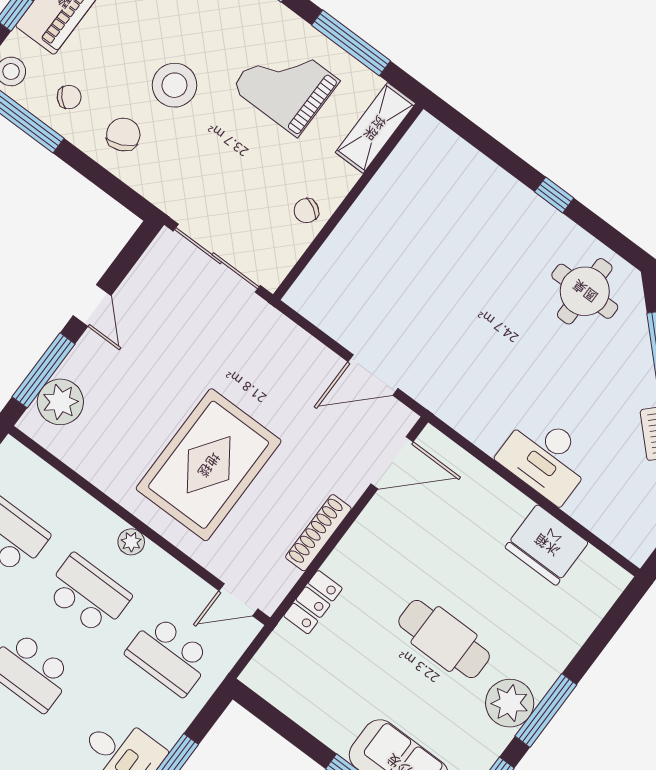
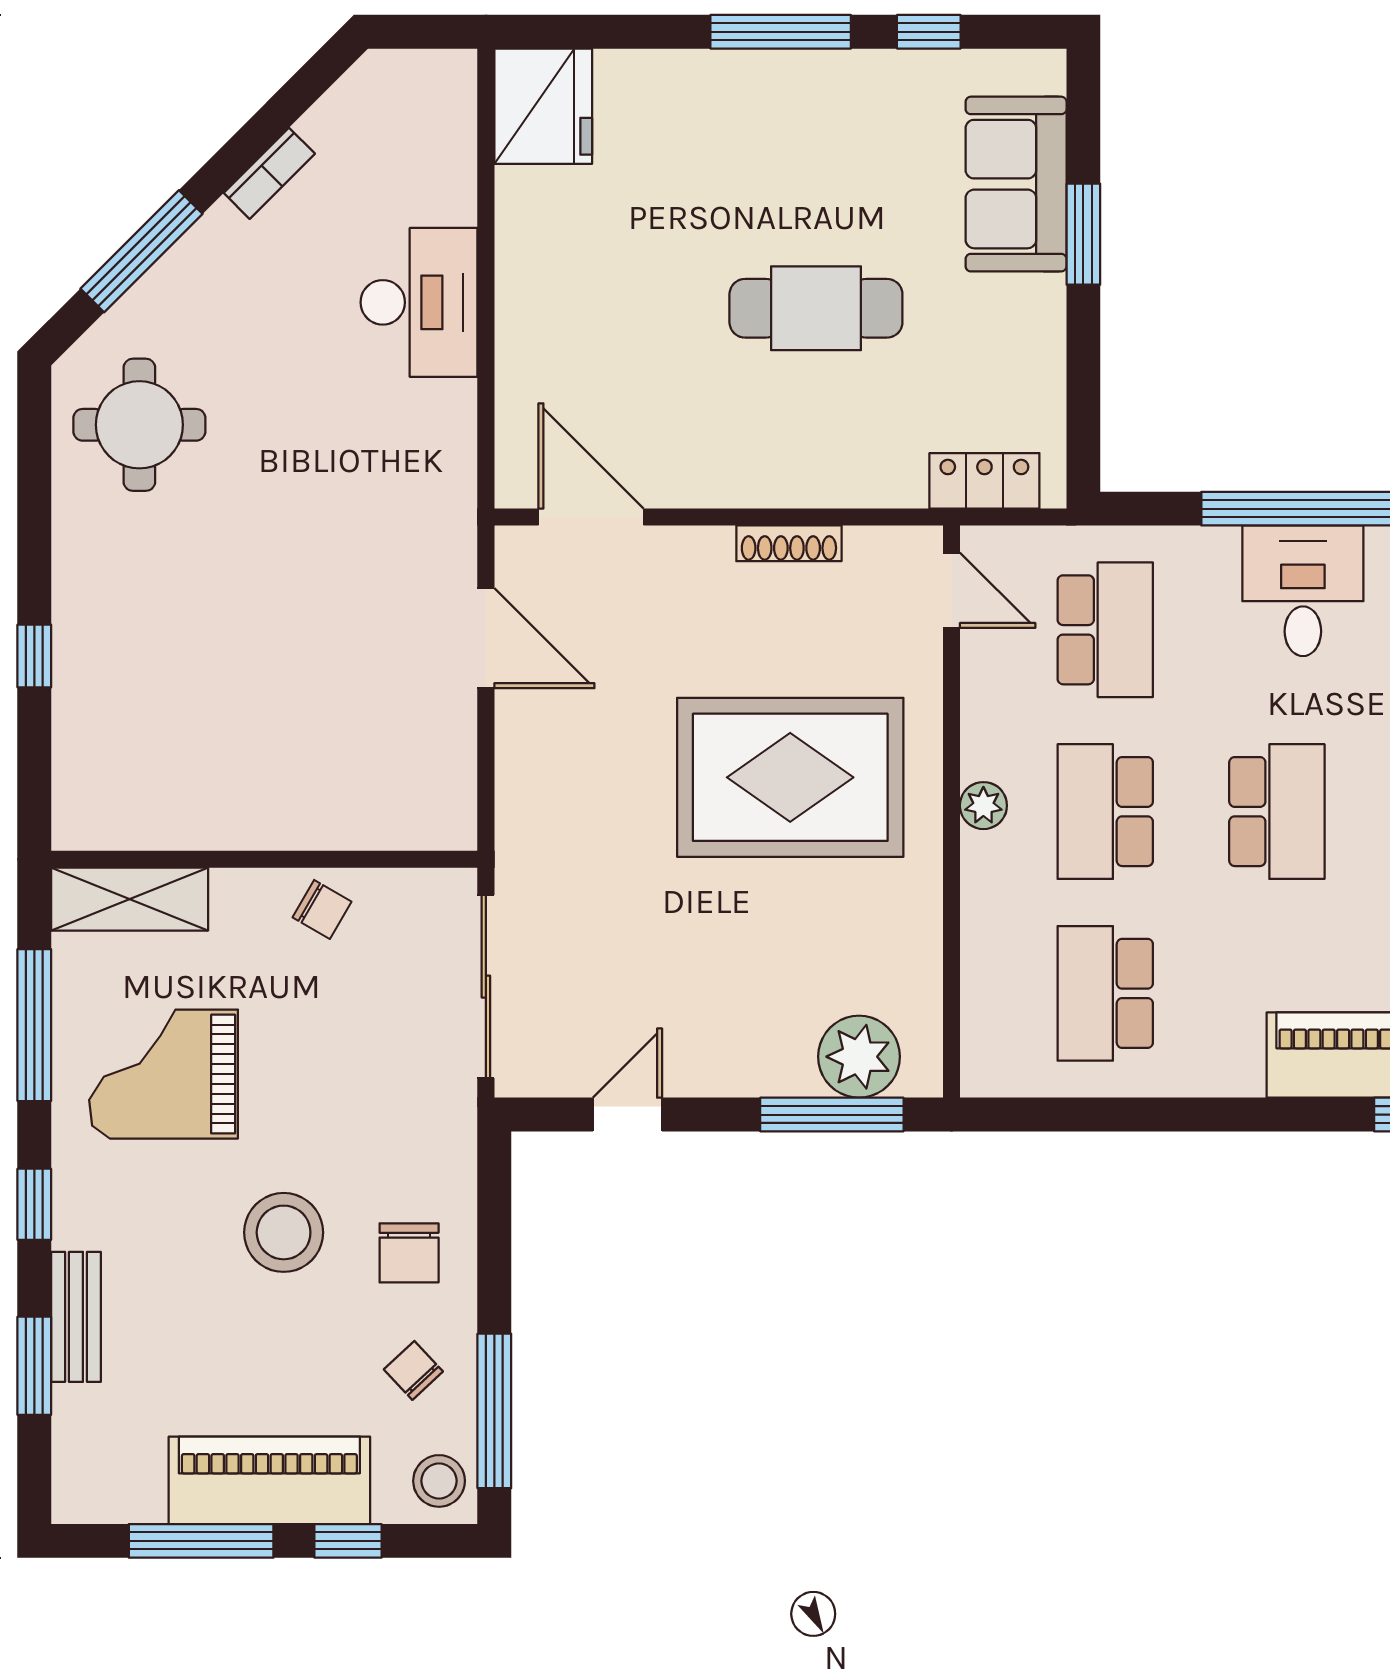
grand piano: (286, 84) -> (164, 1074), turned 90
chair: (123, 135) -> (409, 1253), turned -65
window: (554, 195) -> (34, 656), moved
door: (92, 305) -> (627, 1115), moved
shoe rack: (318, 533) -> (789, 543), width x0.74, depth x0.81
fridge: (547, 545) -> (543, 106), moved
locker: (313, 602) -> (984, 481), moved
cafe table: (444, 639) -> (816, 308), moved, turned 90
plant: (510, 703) -> (809, 91), removed

